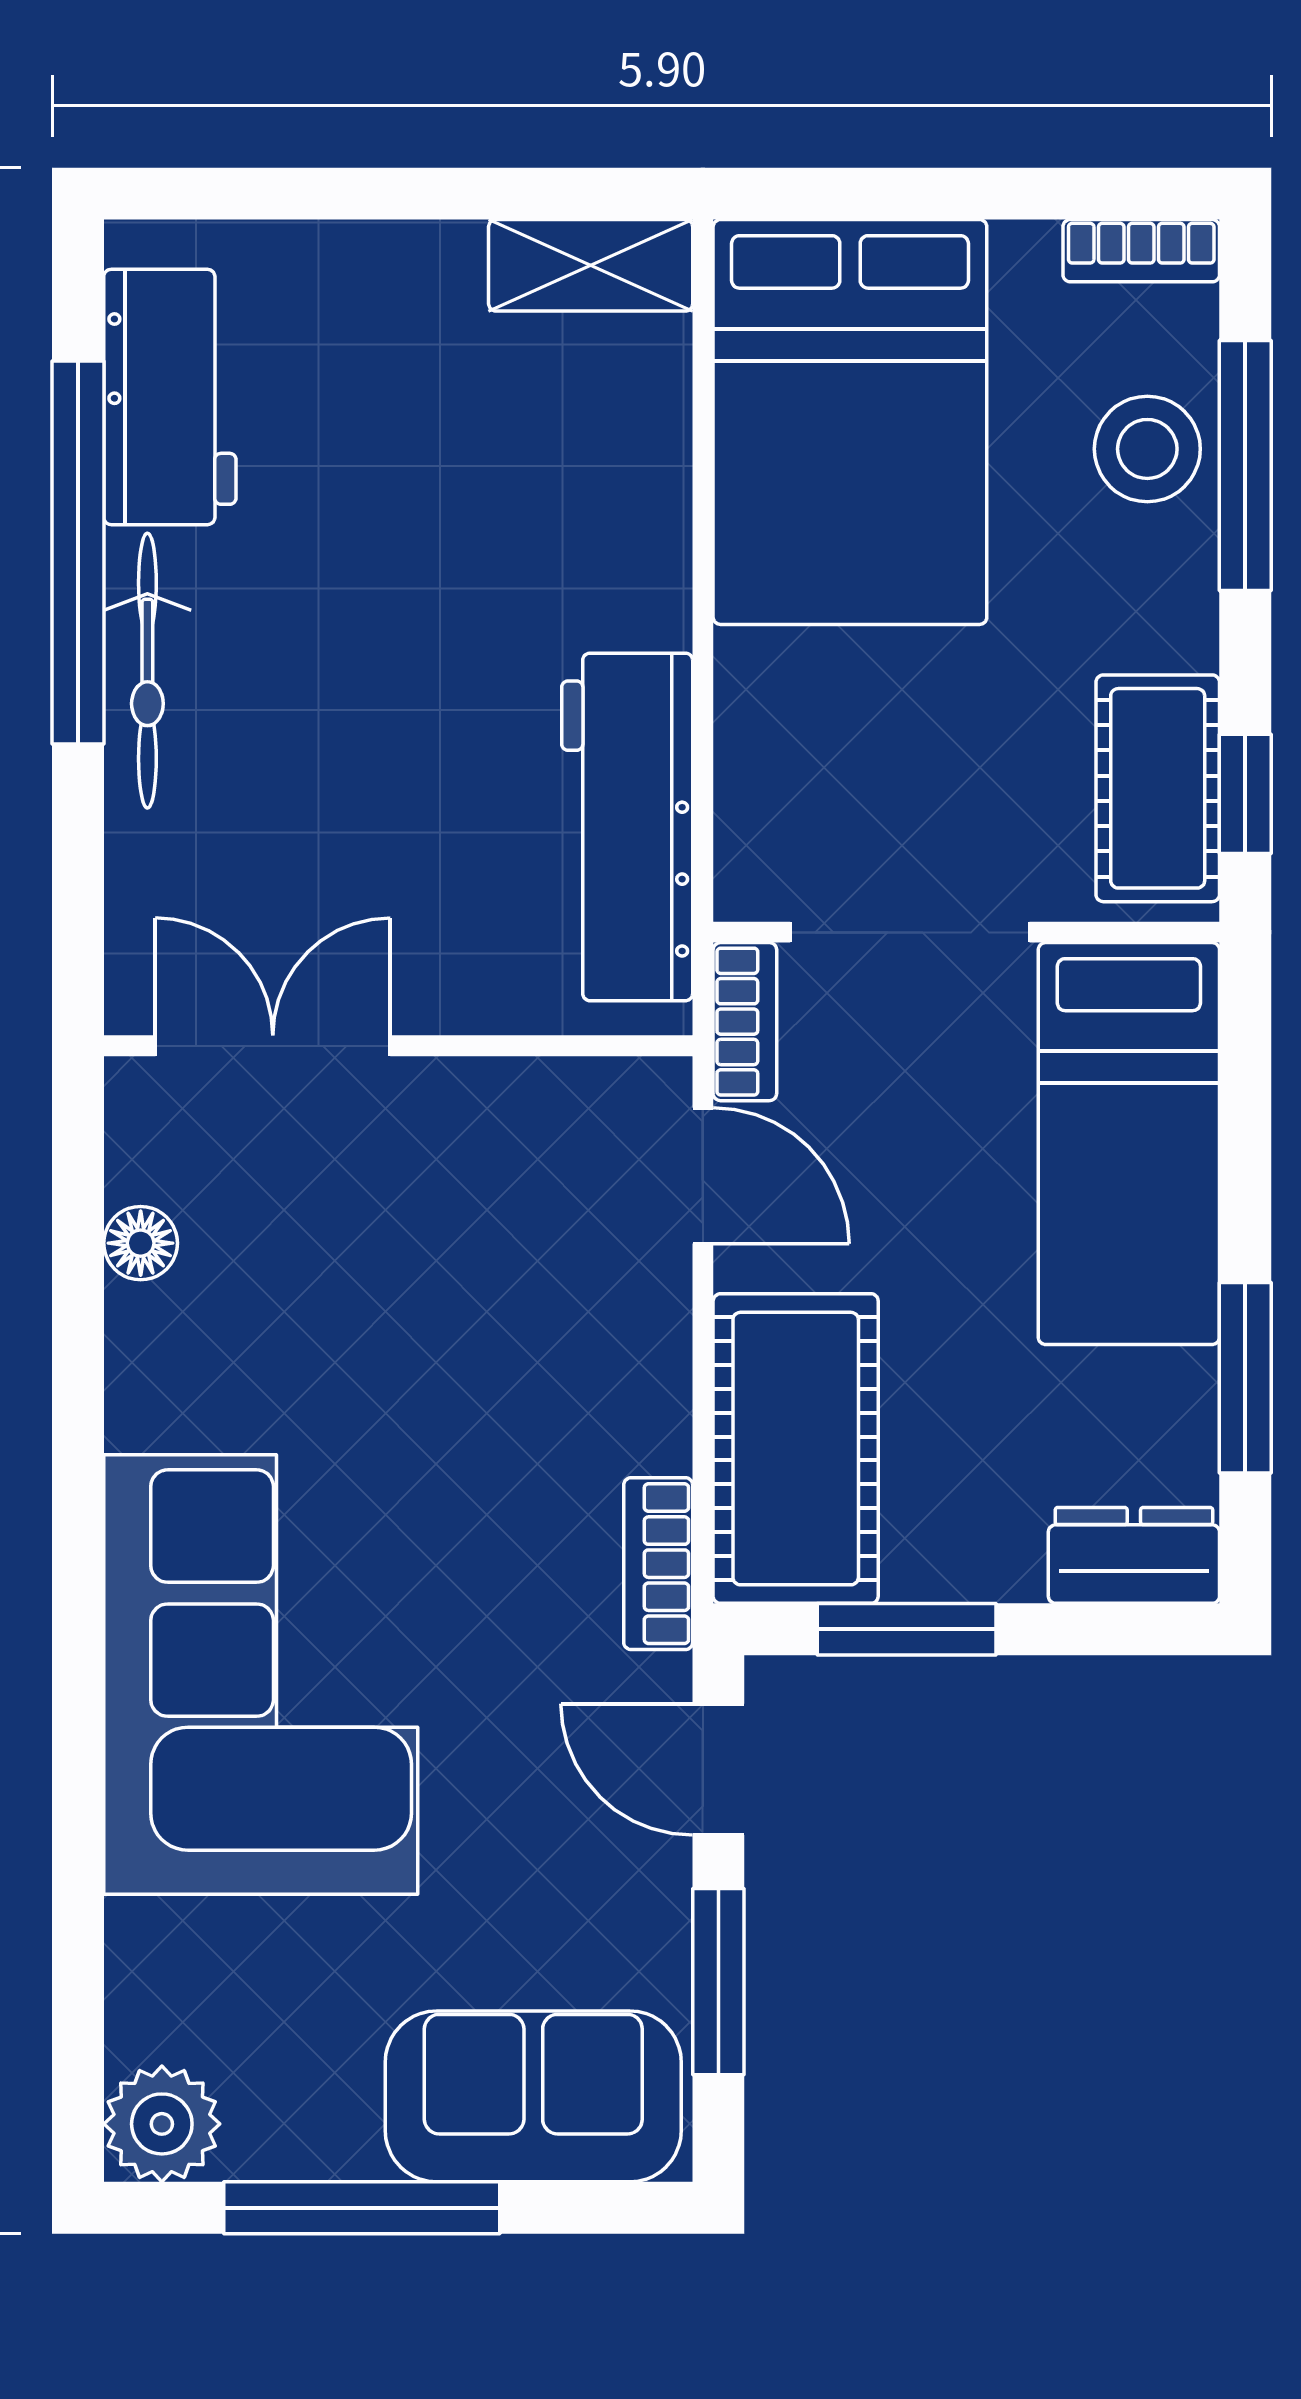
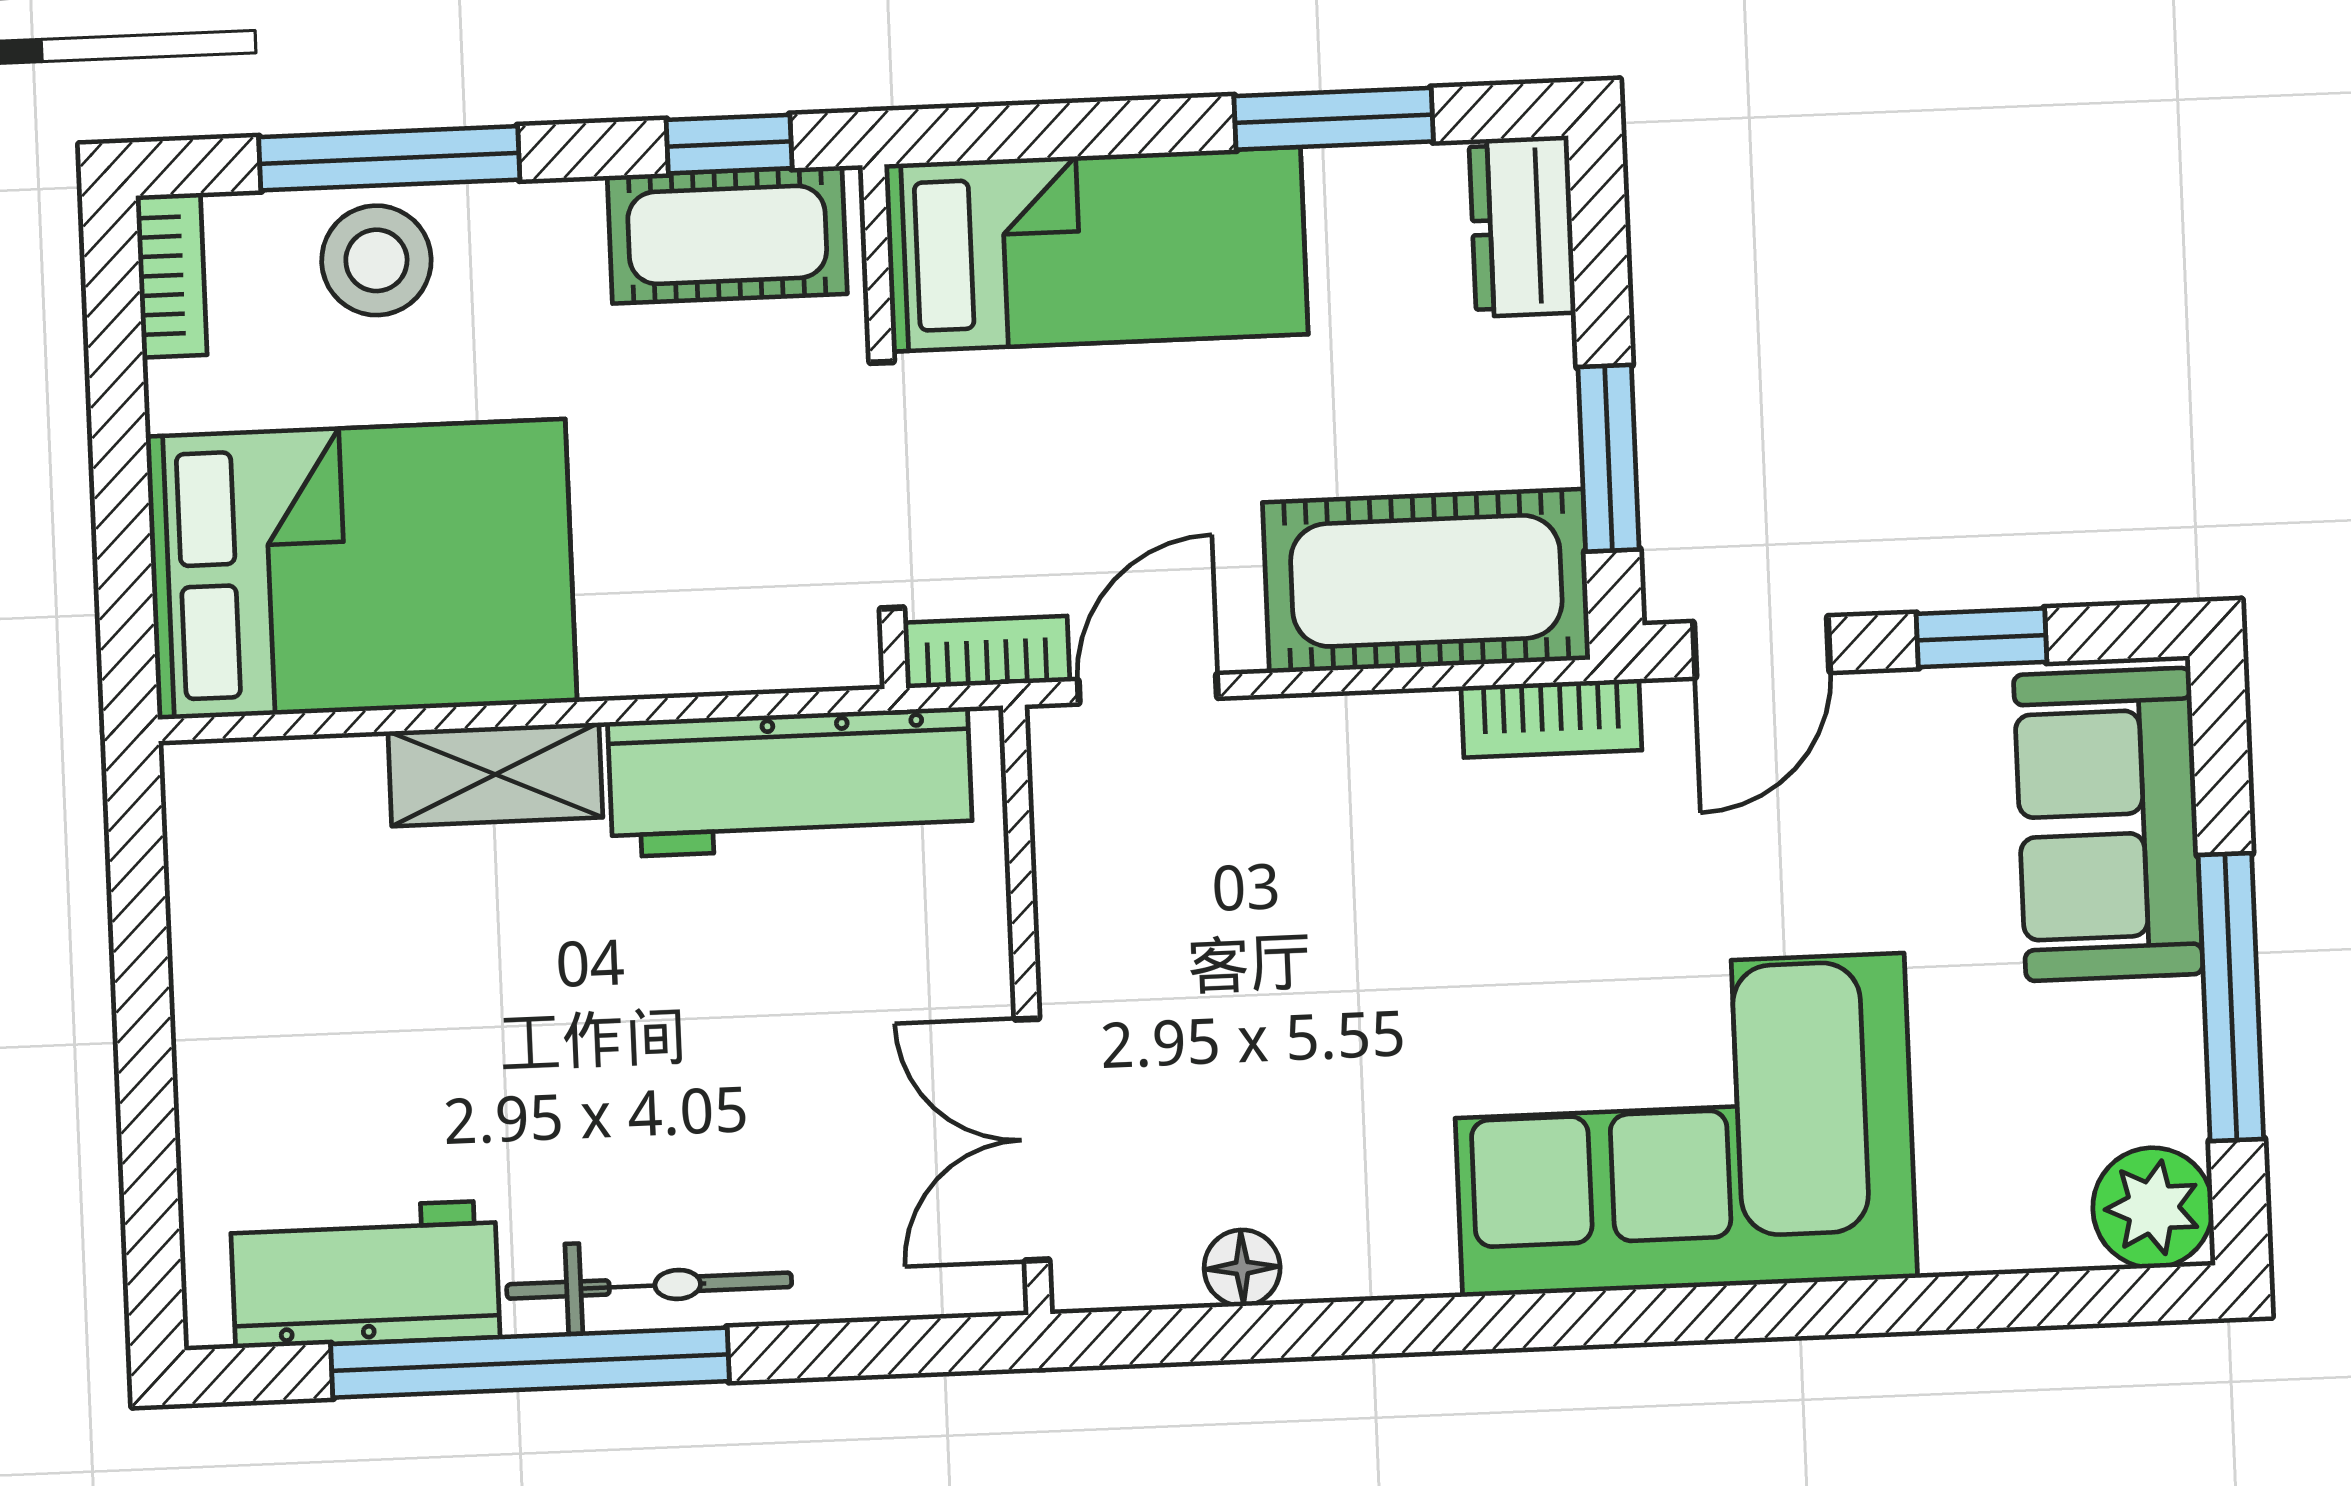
shelving: (591, 265) -> (495, 774), moved, turned 90
window: (718, 1982) -> (1981, 638), width x0.67

